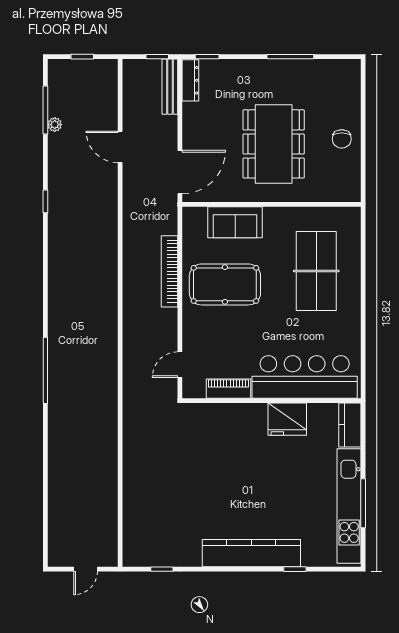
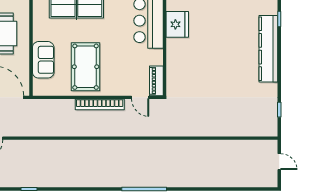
bookcase: (170, 271) -> (100, 104), moved
piano: (228, 389) -> (156, 81), moved

